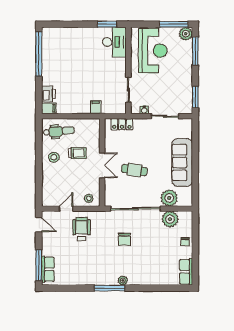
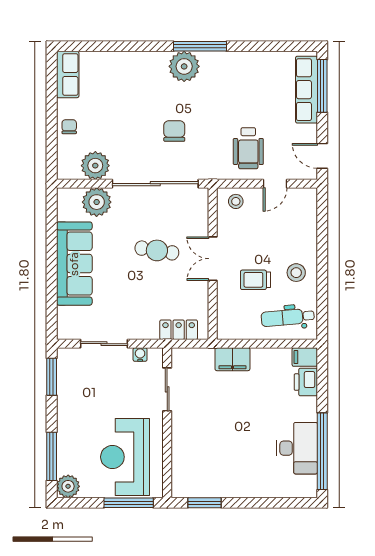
window: (174, 24) -> (129, 503), moved
desk: (114, 42) -> (297, 448), moved, turned 180
filing cabinet: (96, 107) -> (232, 359), width x2.00
row of seats: (48, 269) -> (307, 90), width x1.48
plant: (123, 281) -> (184, 66), width x1.87, depth x1.87

